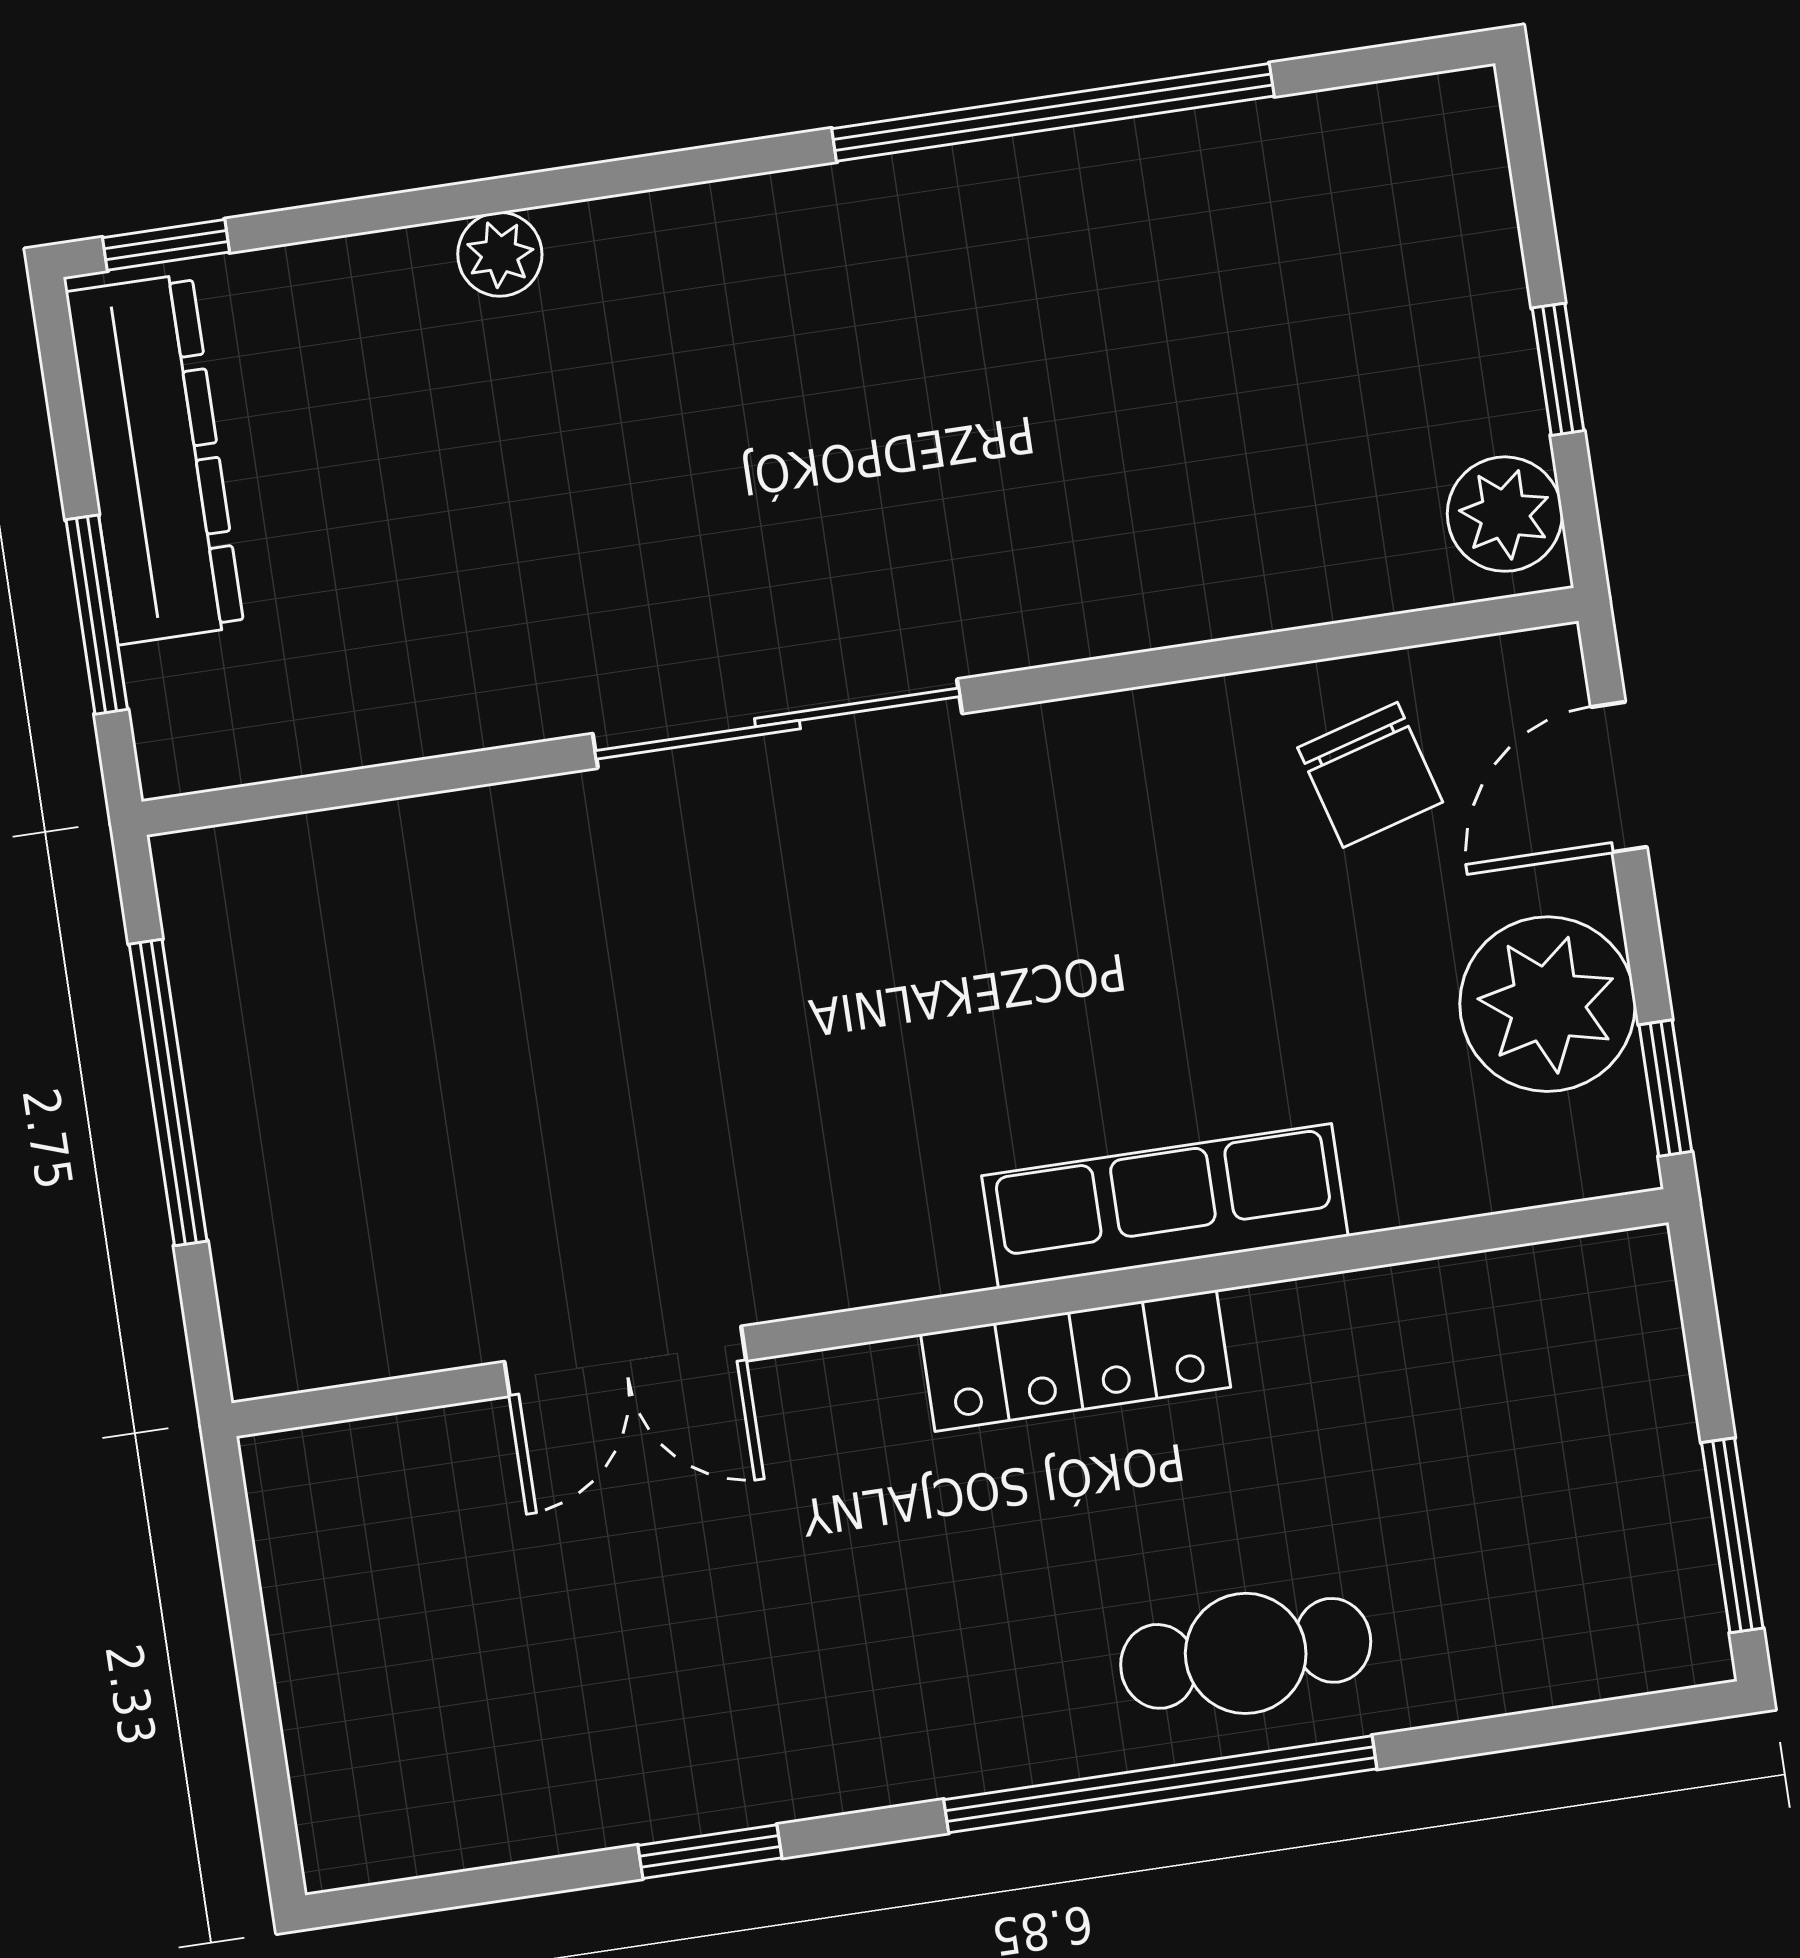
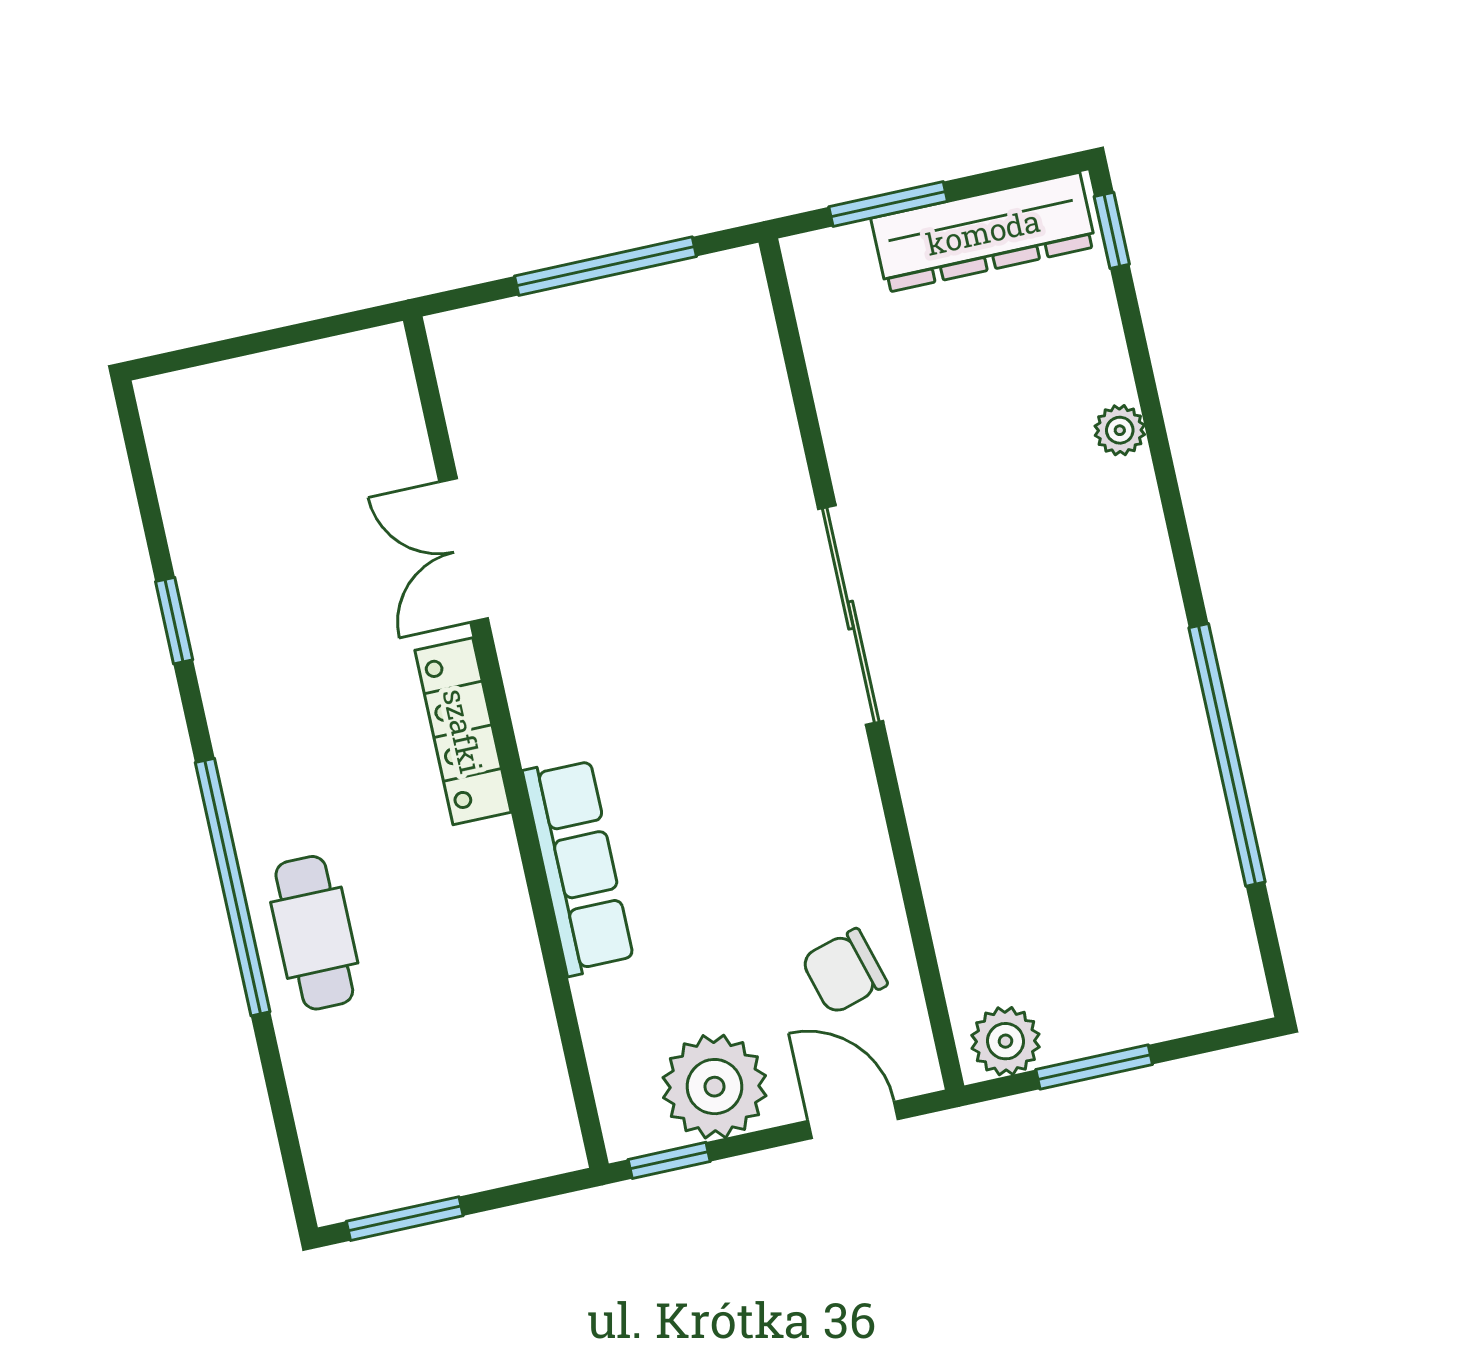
window: (1558, 369) -> (1094, 1067), width x1.50
locker: (1076, 1361) -> (463, 731), moved

